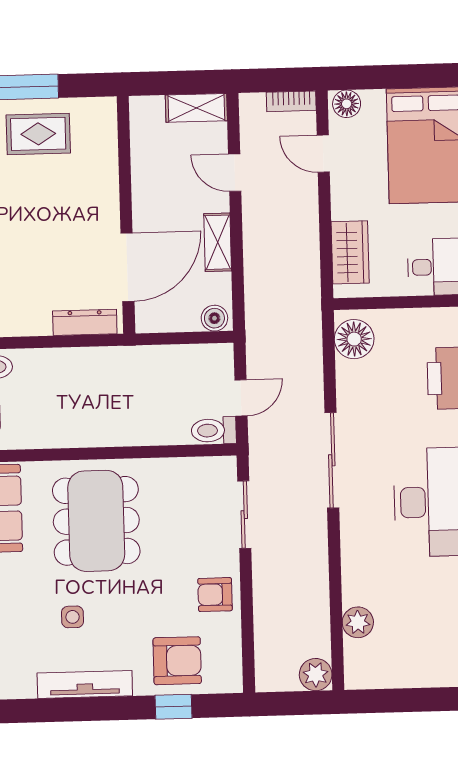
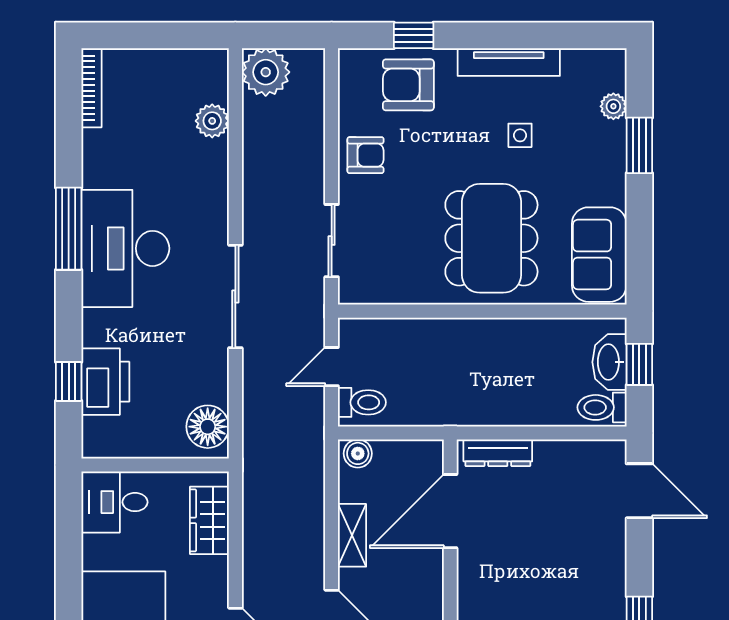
toilet: (214, 430) -> (362, 402), moved
plant: (316, 675) -> (266, 72), width x1.36, depth x1.36

